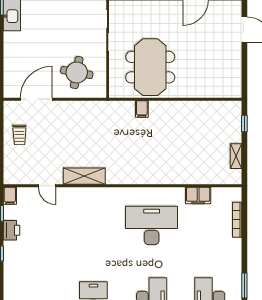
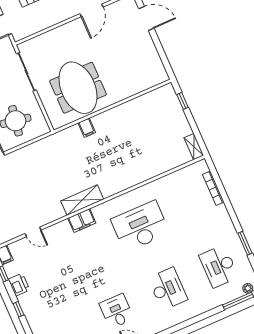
shelving: (236, 156) -> (194, 147), moved
shelving: (84, 176) -> (82, 200), moved
filing cabinet: (198, 195) -> (82, 221), moved

